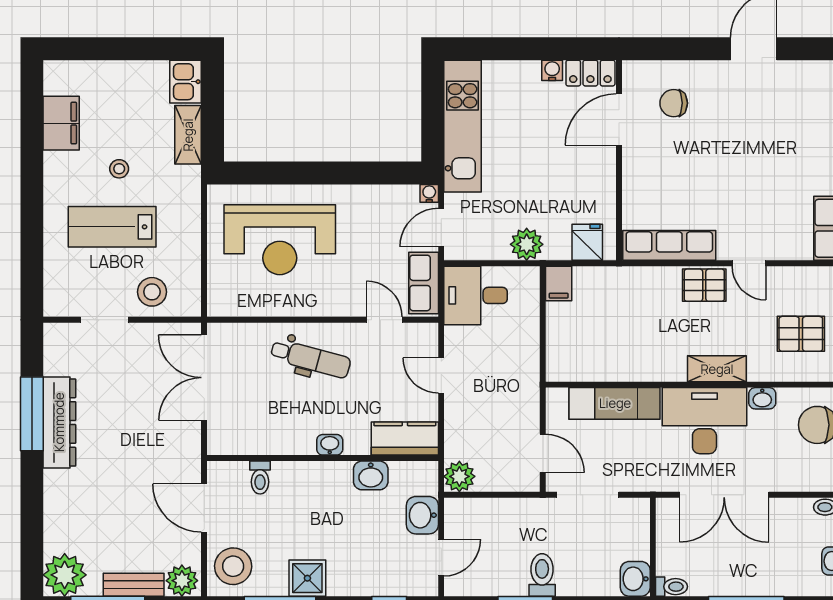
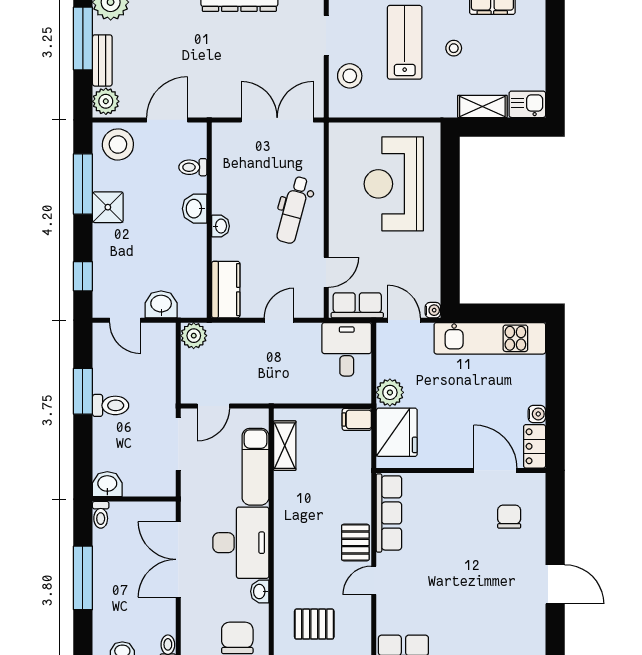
fridge: (587, 242) -> (397, 432), width x1.88, depth x1.34
pallet: (801, 334) -> (314, 624), turned 90
shelving: (717, 369) -> (285, 446), moved
washbasin: (371, 475) -> (195, 209), moved

